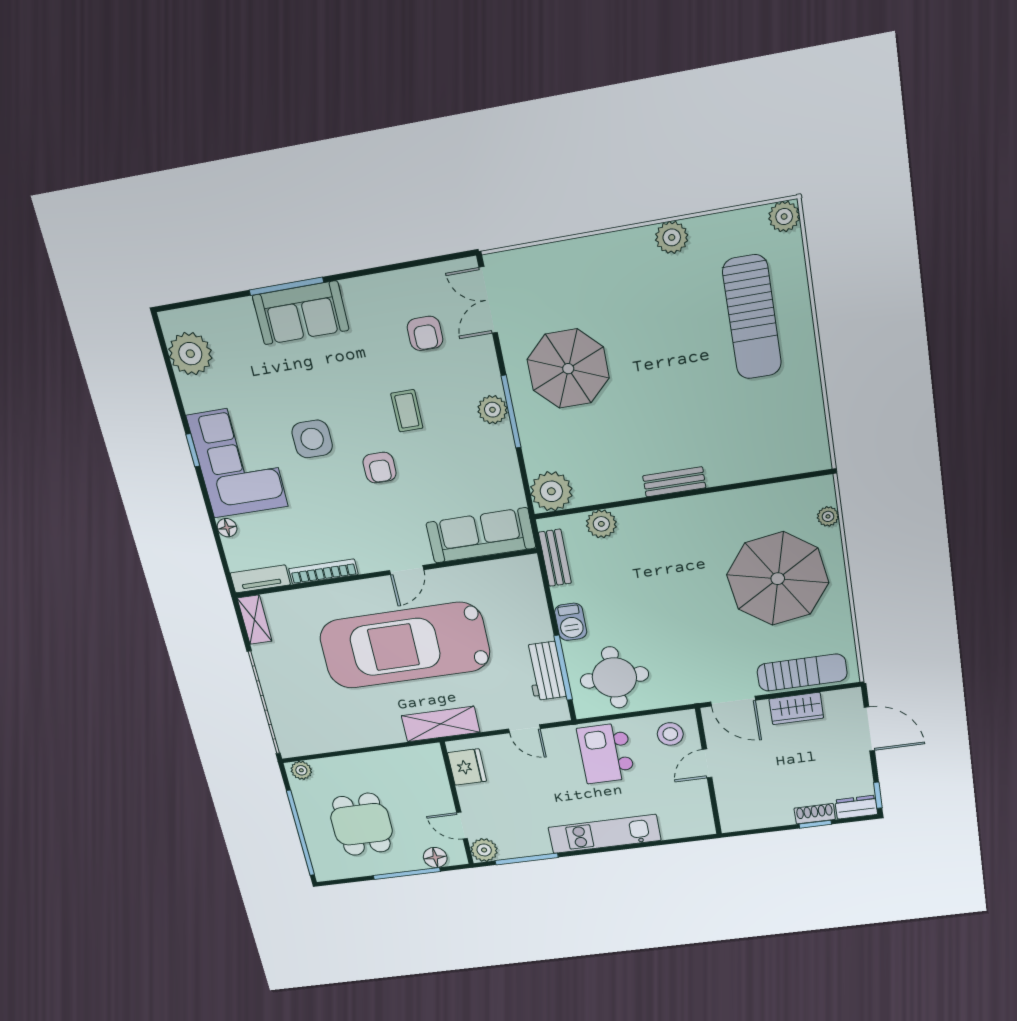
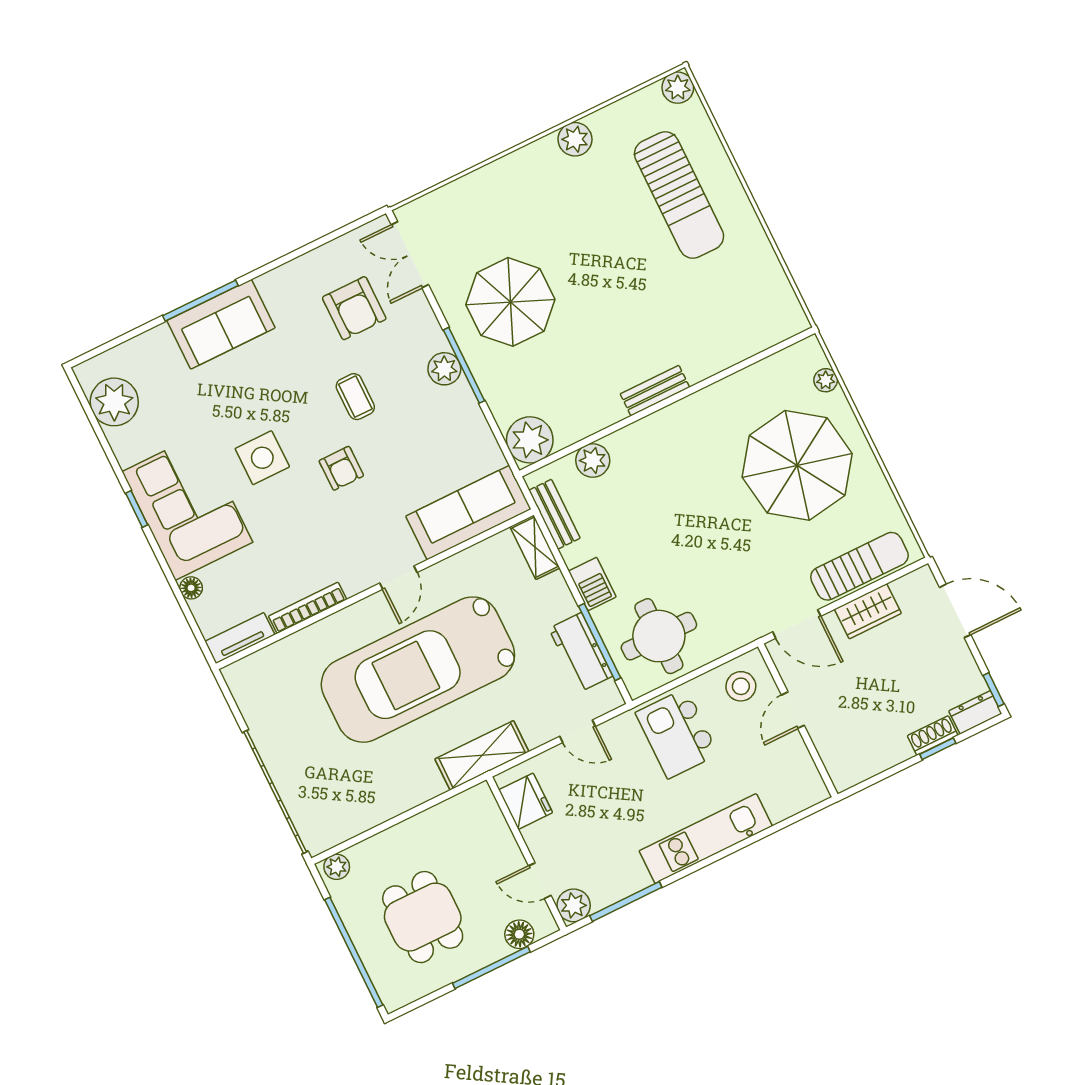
armchair: (425, 333) -> (354, 308), width x1.38, depth x1.38
shelving: (255, 620) -> (535, 547), moved

